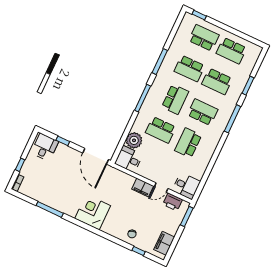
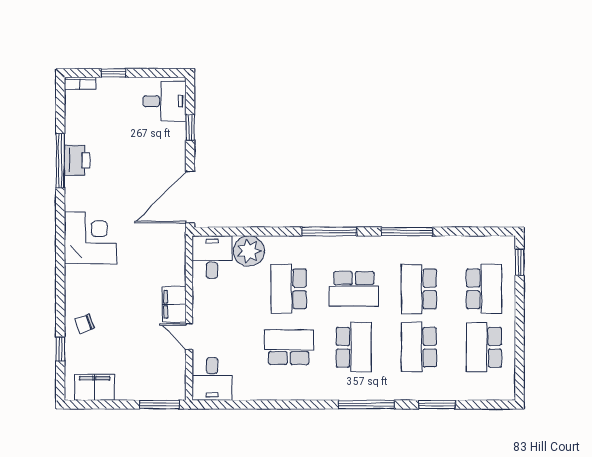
printer: (173, 202) -> (77, 160), moved, turned 180

